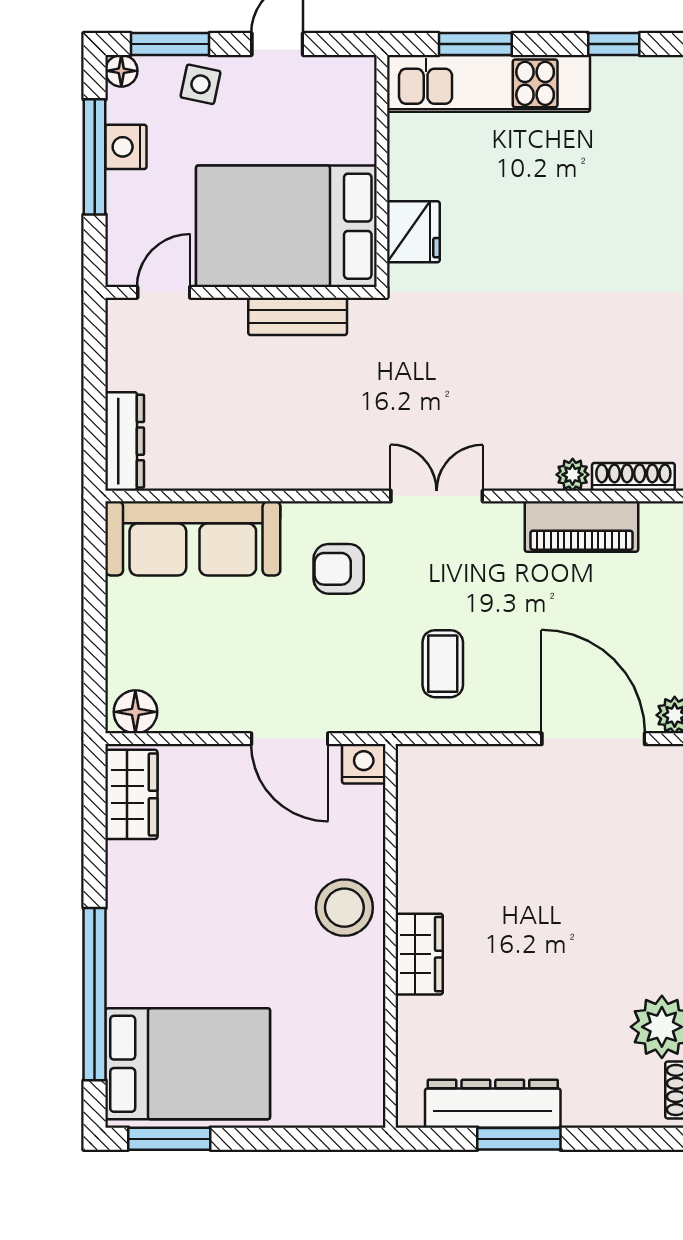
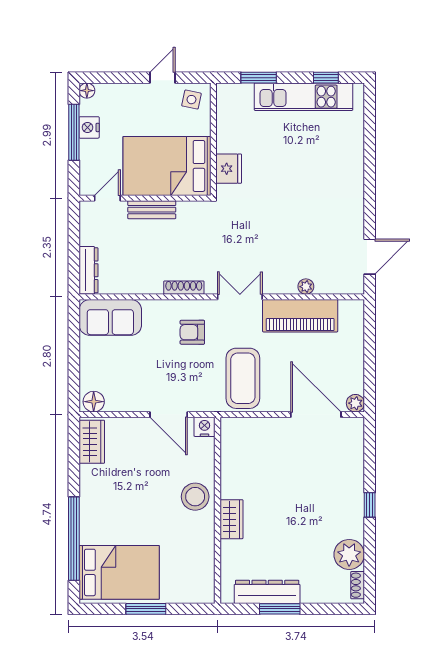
window: (170, 44) -> (110, 78), removed
kitchen unit: (488, 83) -> (304, 97), moved
side table: (200, 84) -> (191, 100), moved
bench: (298, 316) -> (152, 210), moved
shoe rack: (633, 477) -> (184, 288), moved
piano: (581, 527) -> (300, 316), width x1.37, depth x1.33
sofa: (193, 538) -> (110, 317), width x0.73
coffee table: (443, 664) -> (243, 378), width x1.86, depth x1.72
window: (169, 1139) -> (146, 609), moved

